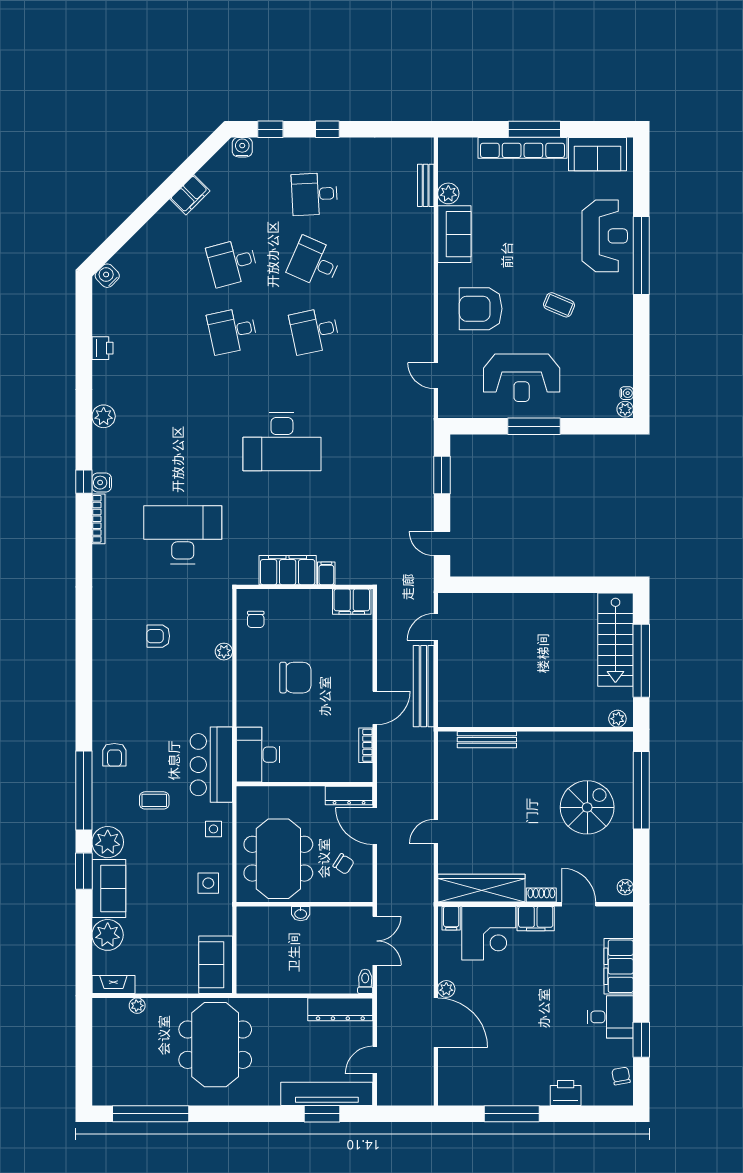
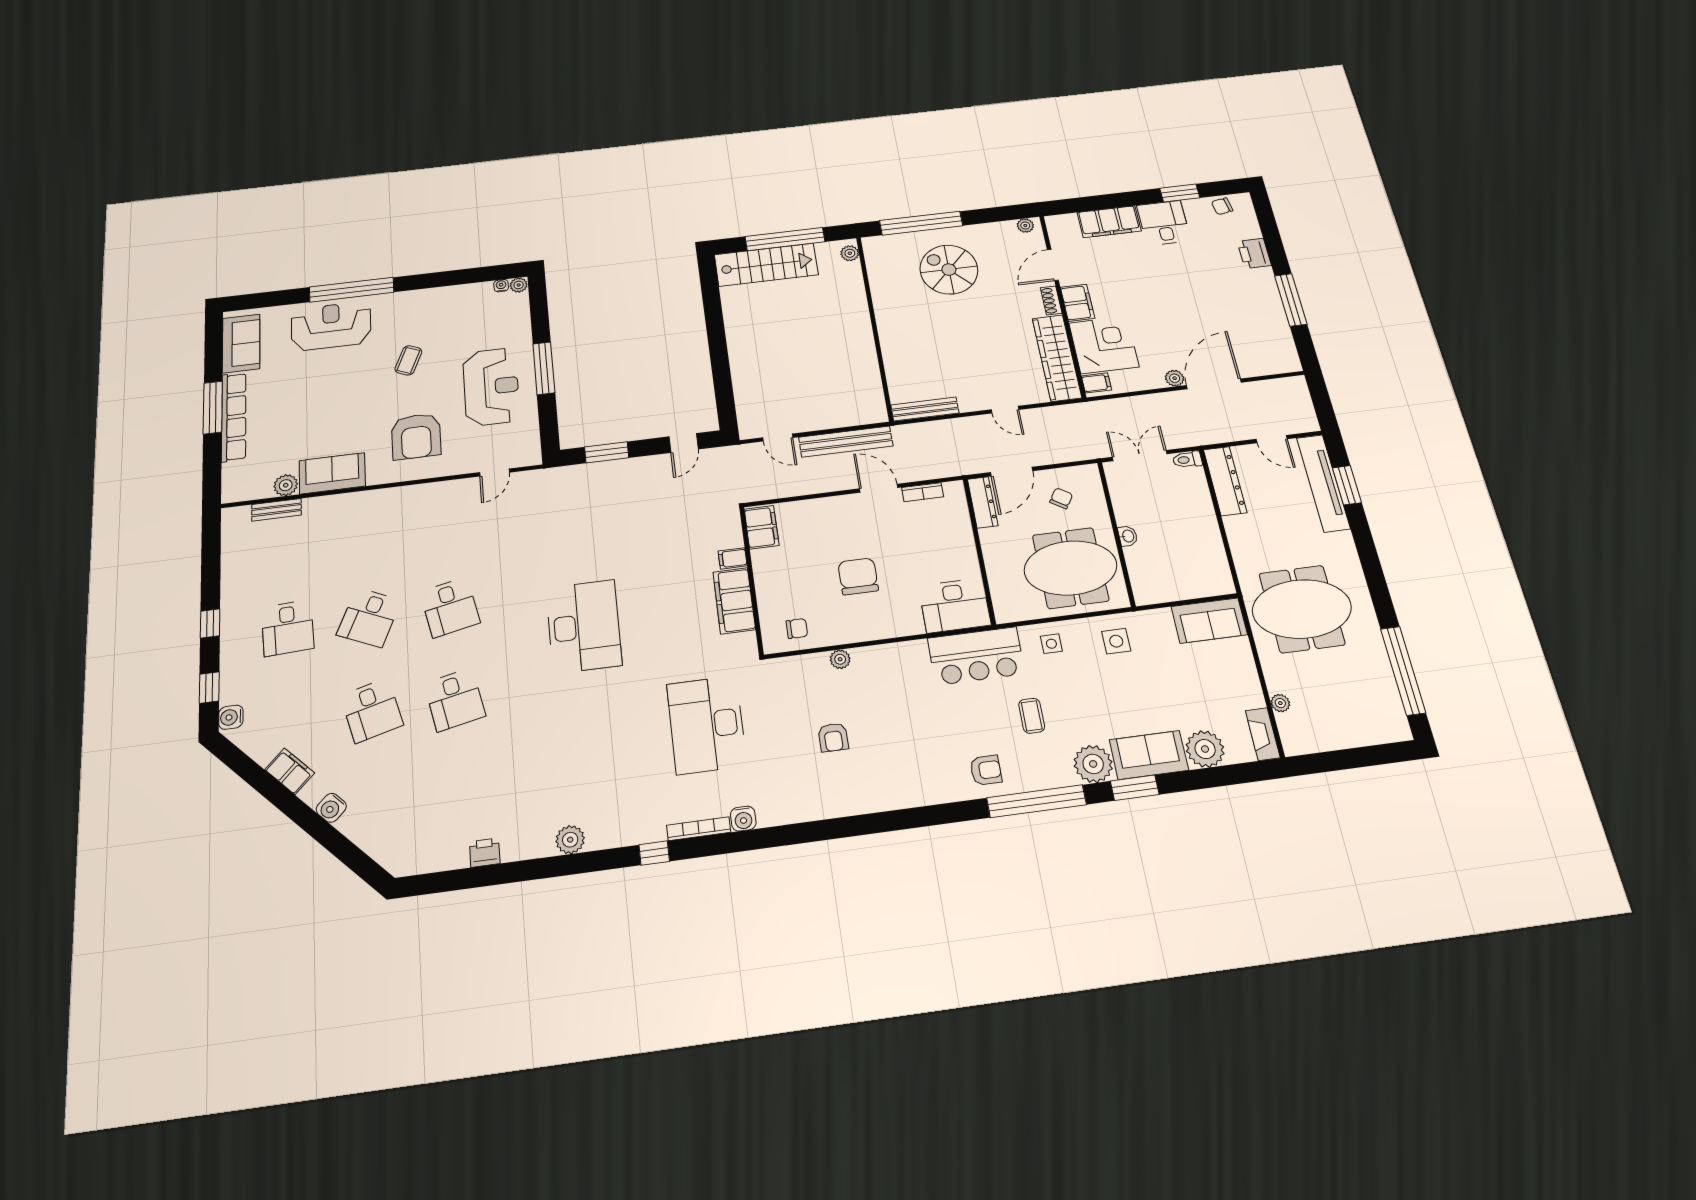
water cooler: (107, 276) -> (331, 808), moved
water cooler: (102, 483) -> (743, 819), moved
bench: (487, 740) -> (925, 409), moved, turned 90

